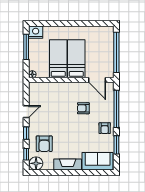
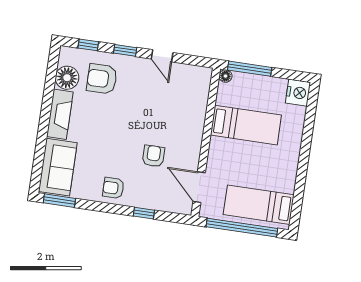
window: (26, 47) -> (250, 69), moved
bed: (76, 59) -> (259, 205), moved, turned 180
door: (97, 80) -> (199, 187), hinge flipped
window: (116, 109) -> (144, 213), width x0.32
window: (116, 145) -> (59, 201), moved
floor lamp: (36, 163) -> (67, 78), moved

